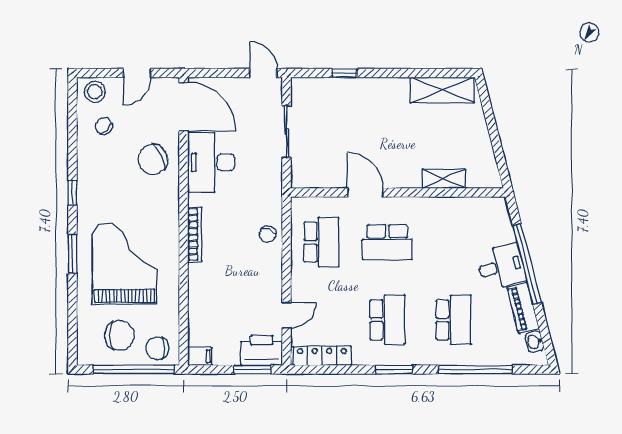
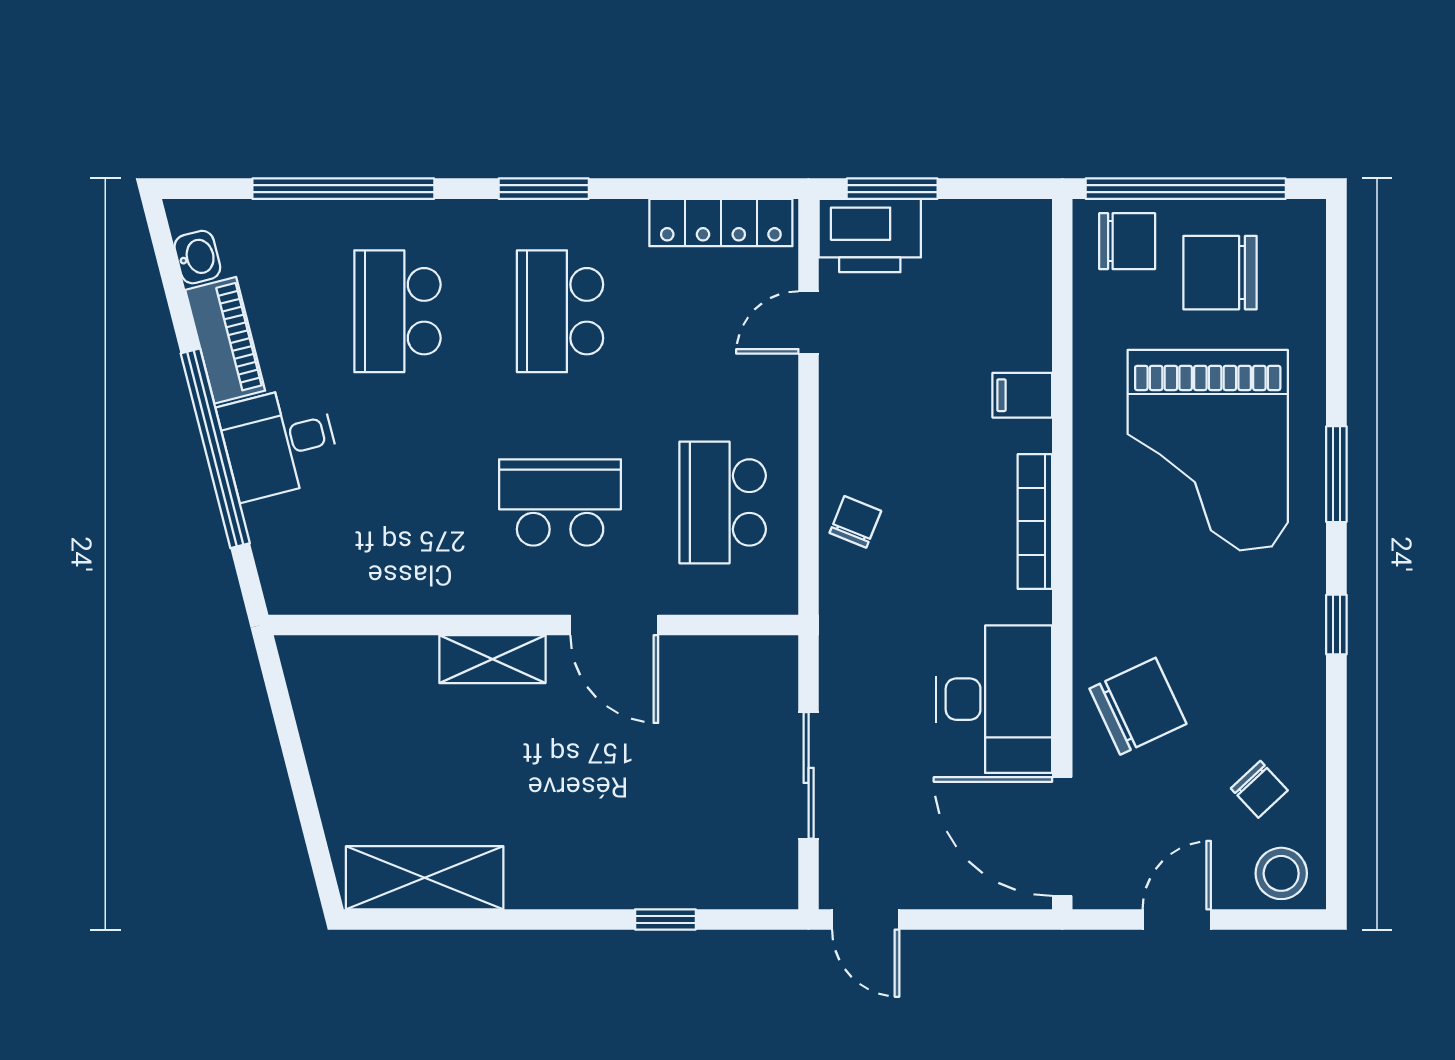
shelving: (444, 179) -> (492, 659), moved
filing cabinet: (200, 356) -> (1022, 395), moved

